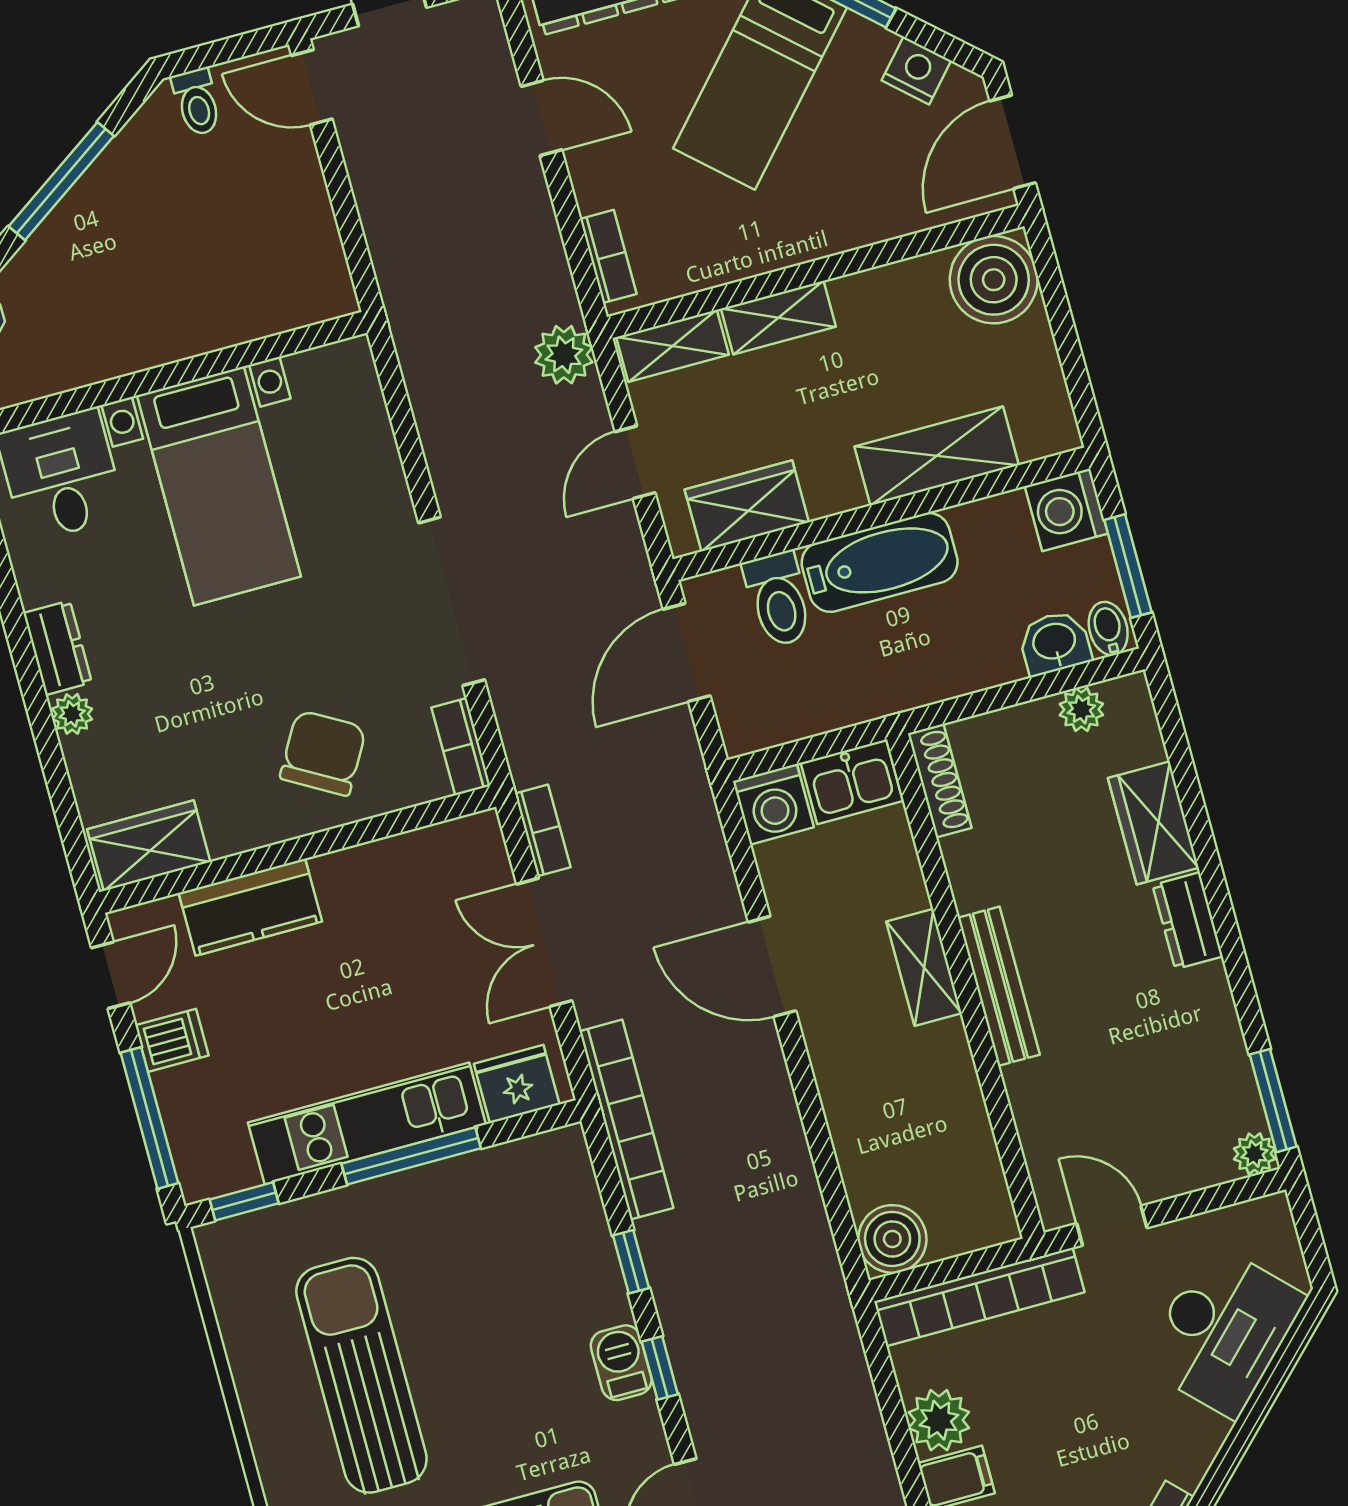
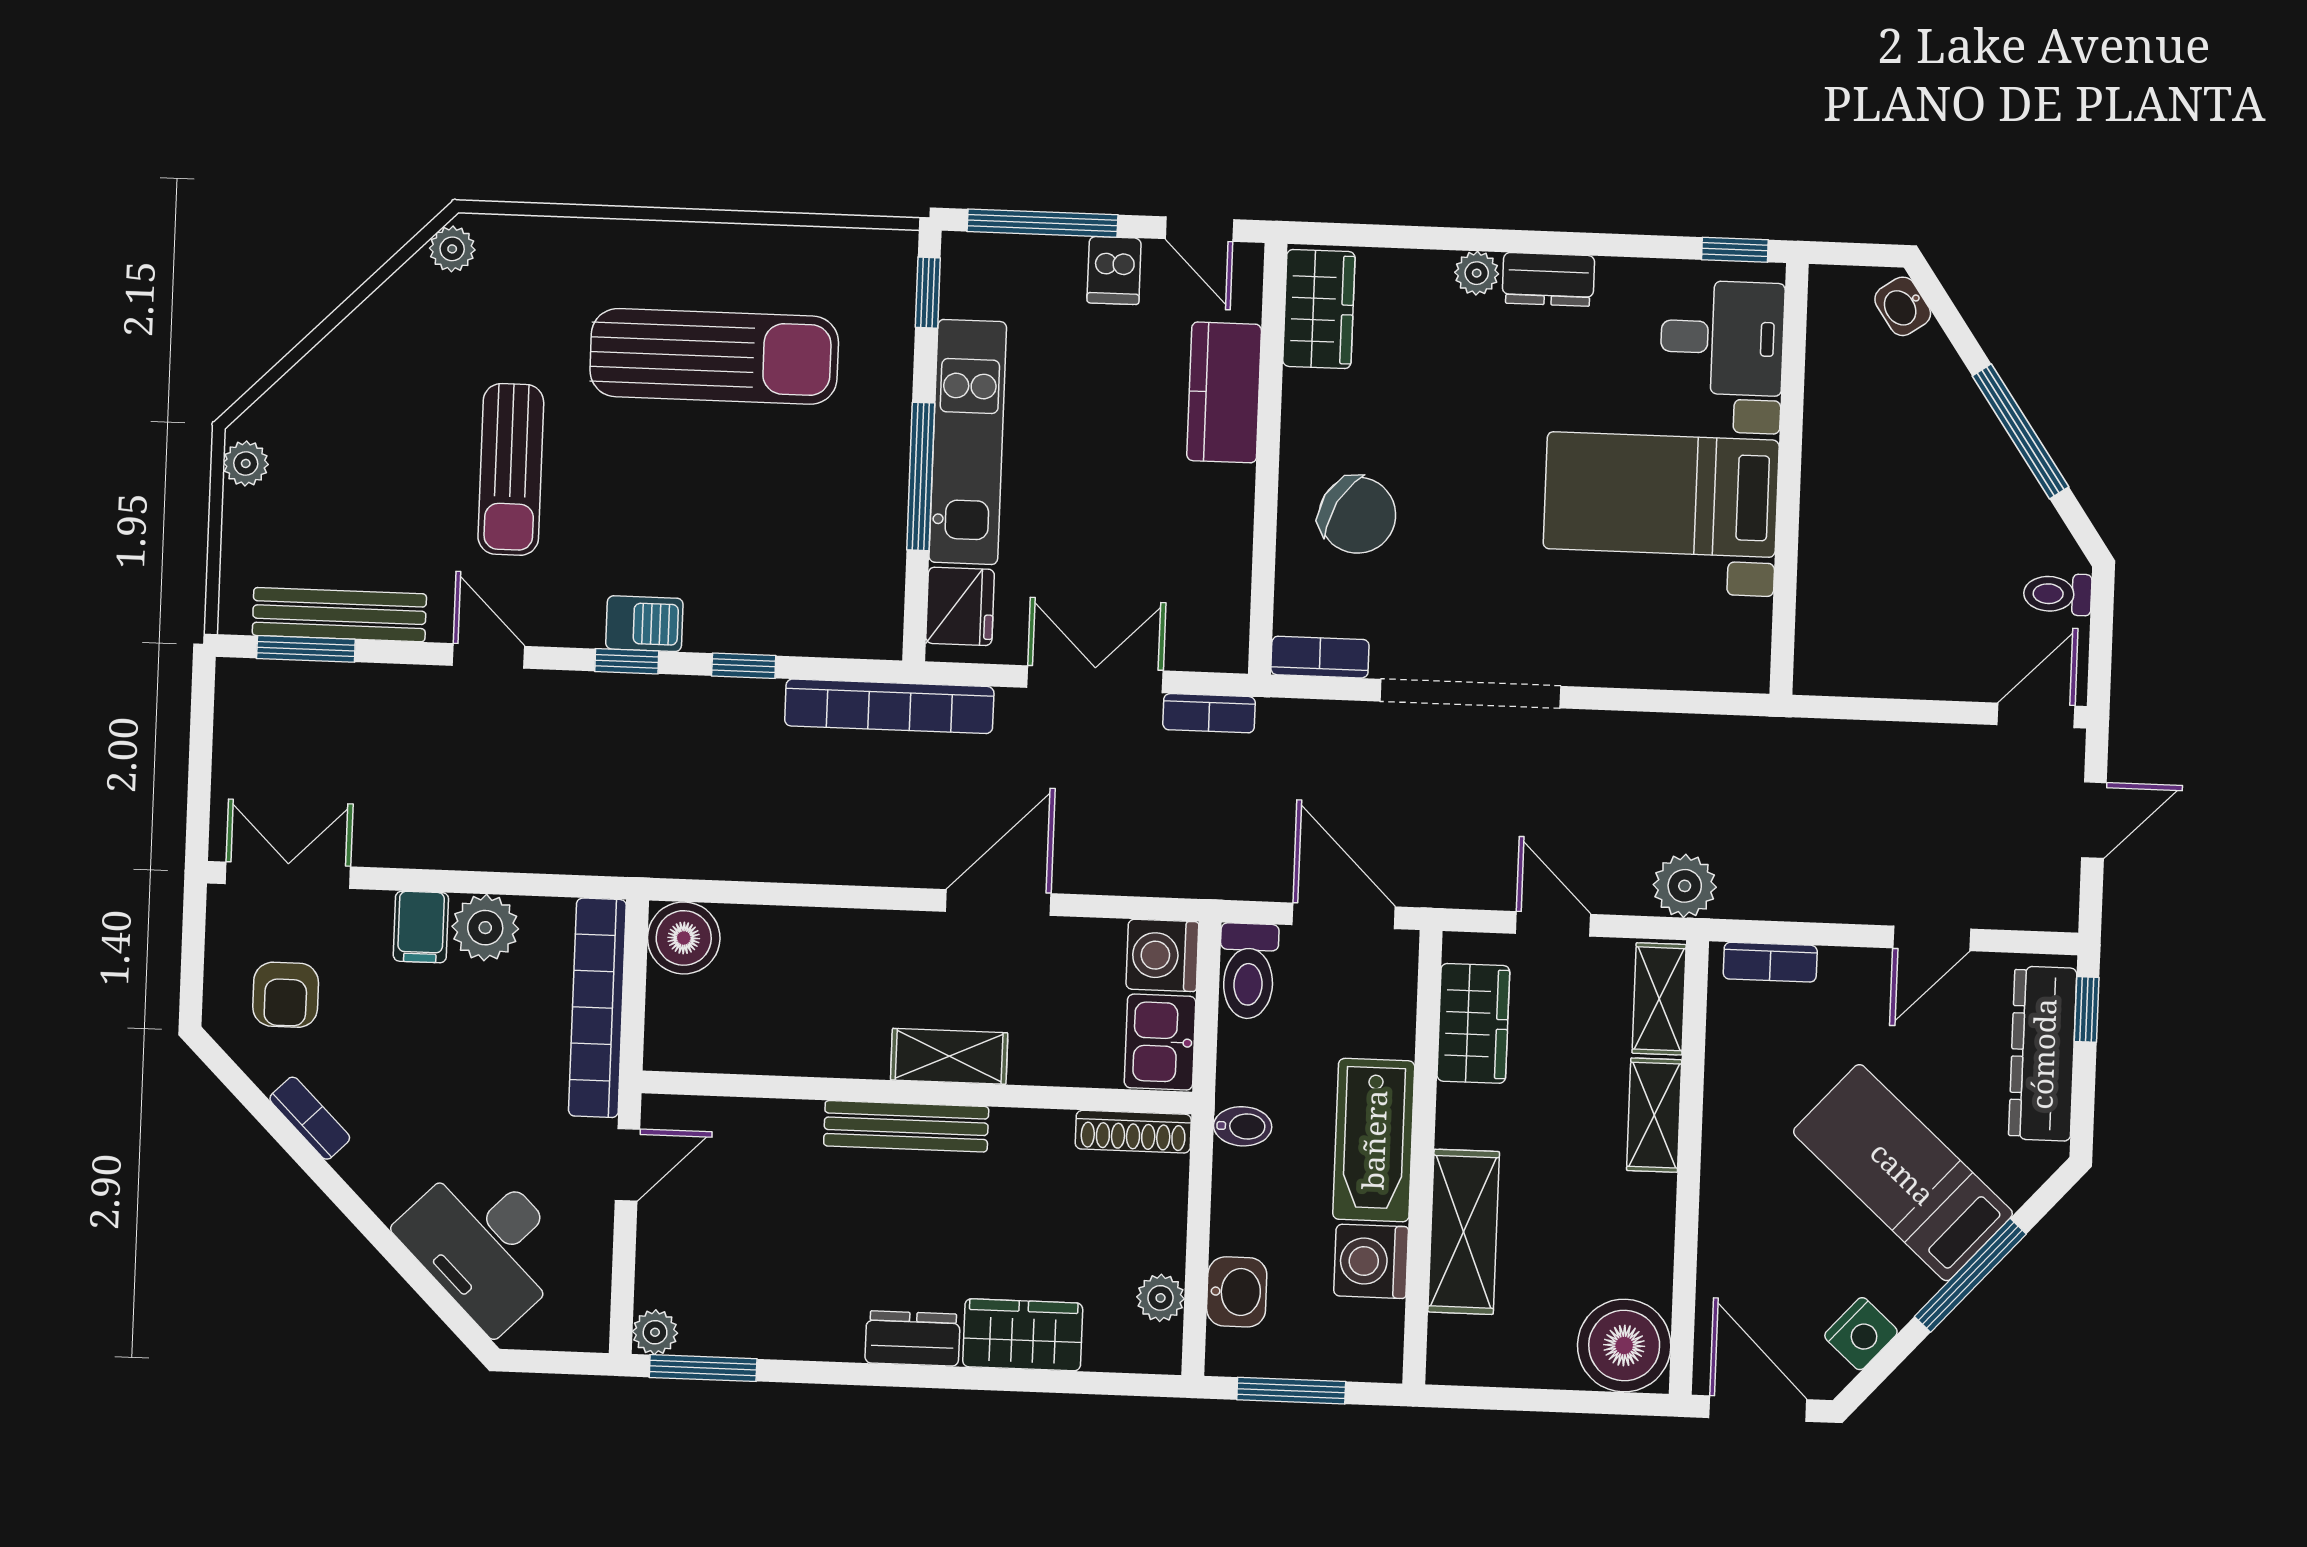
washing machine: (1066, 510) -> (1371, 1261), moved, turned -90
toilet: (778, 599) -> (1249, 971), moved, turned -90
bidet: (1108, 629) -> (1243, 1126), moved

